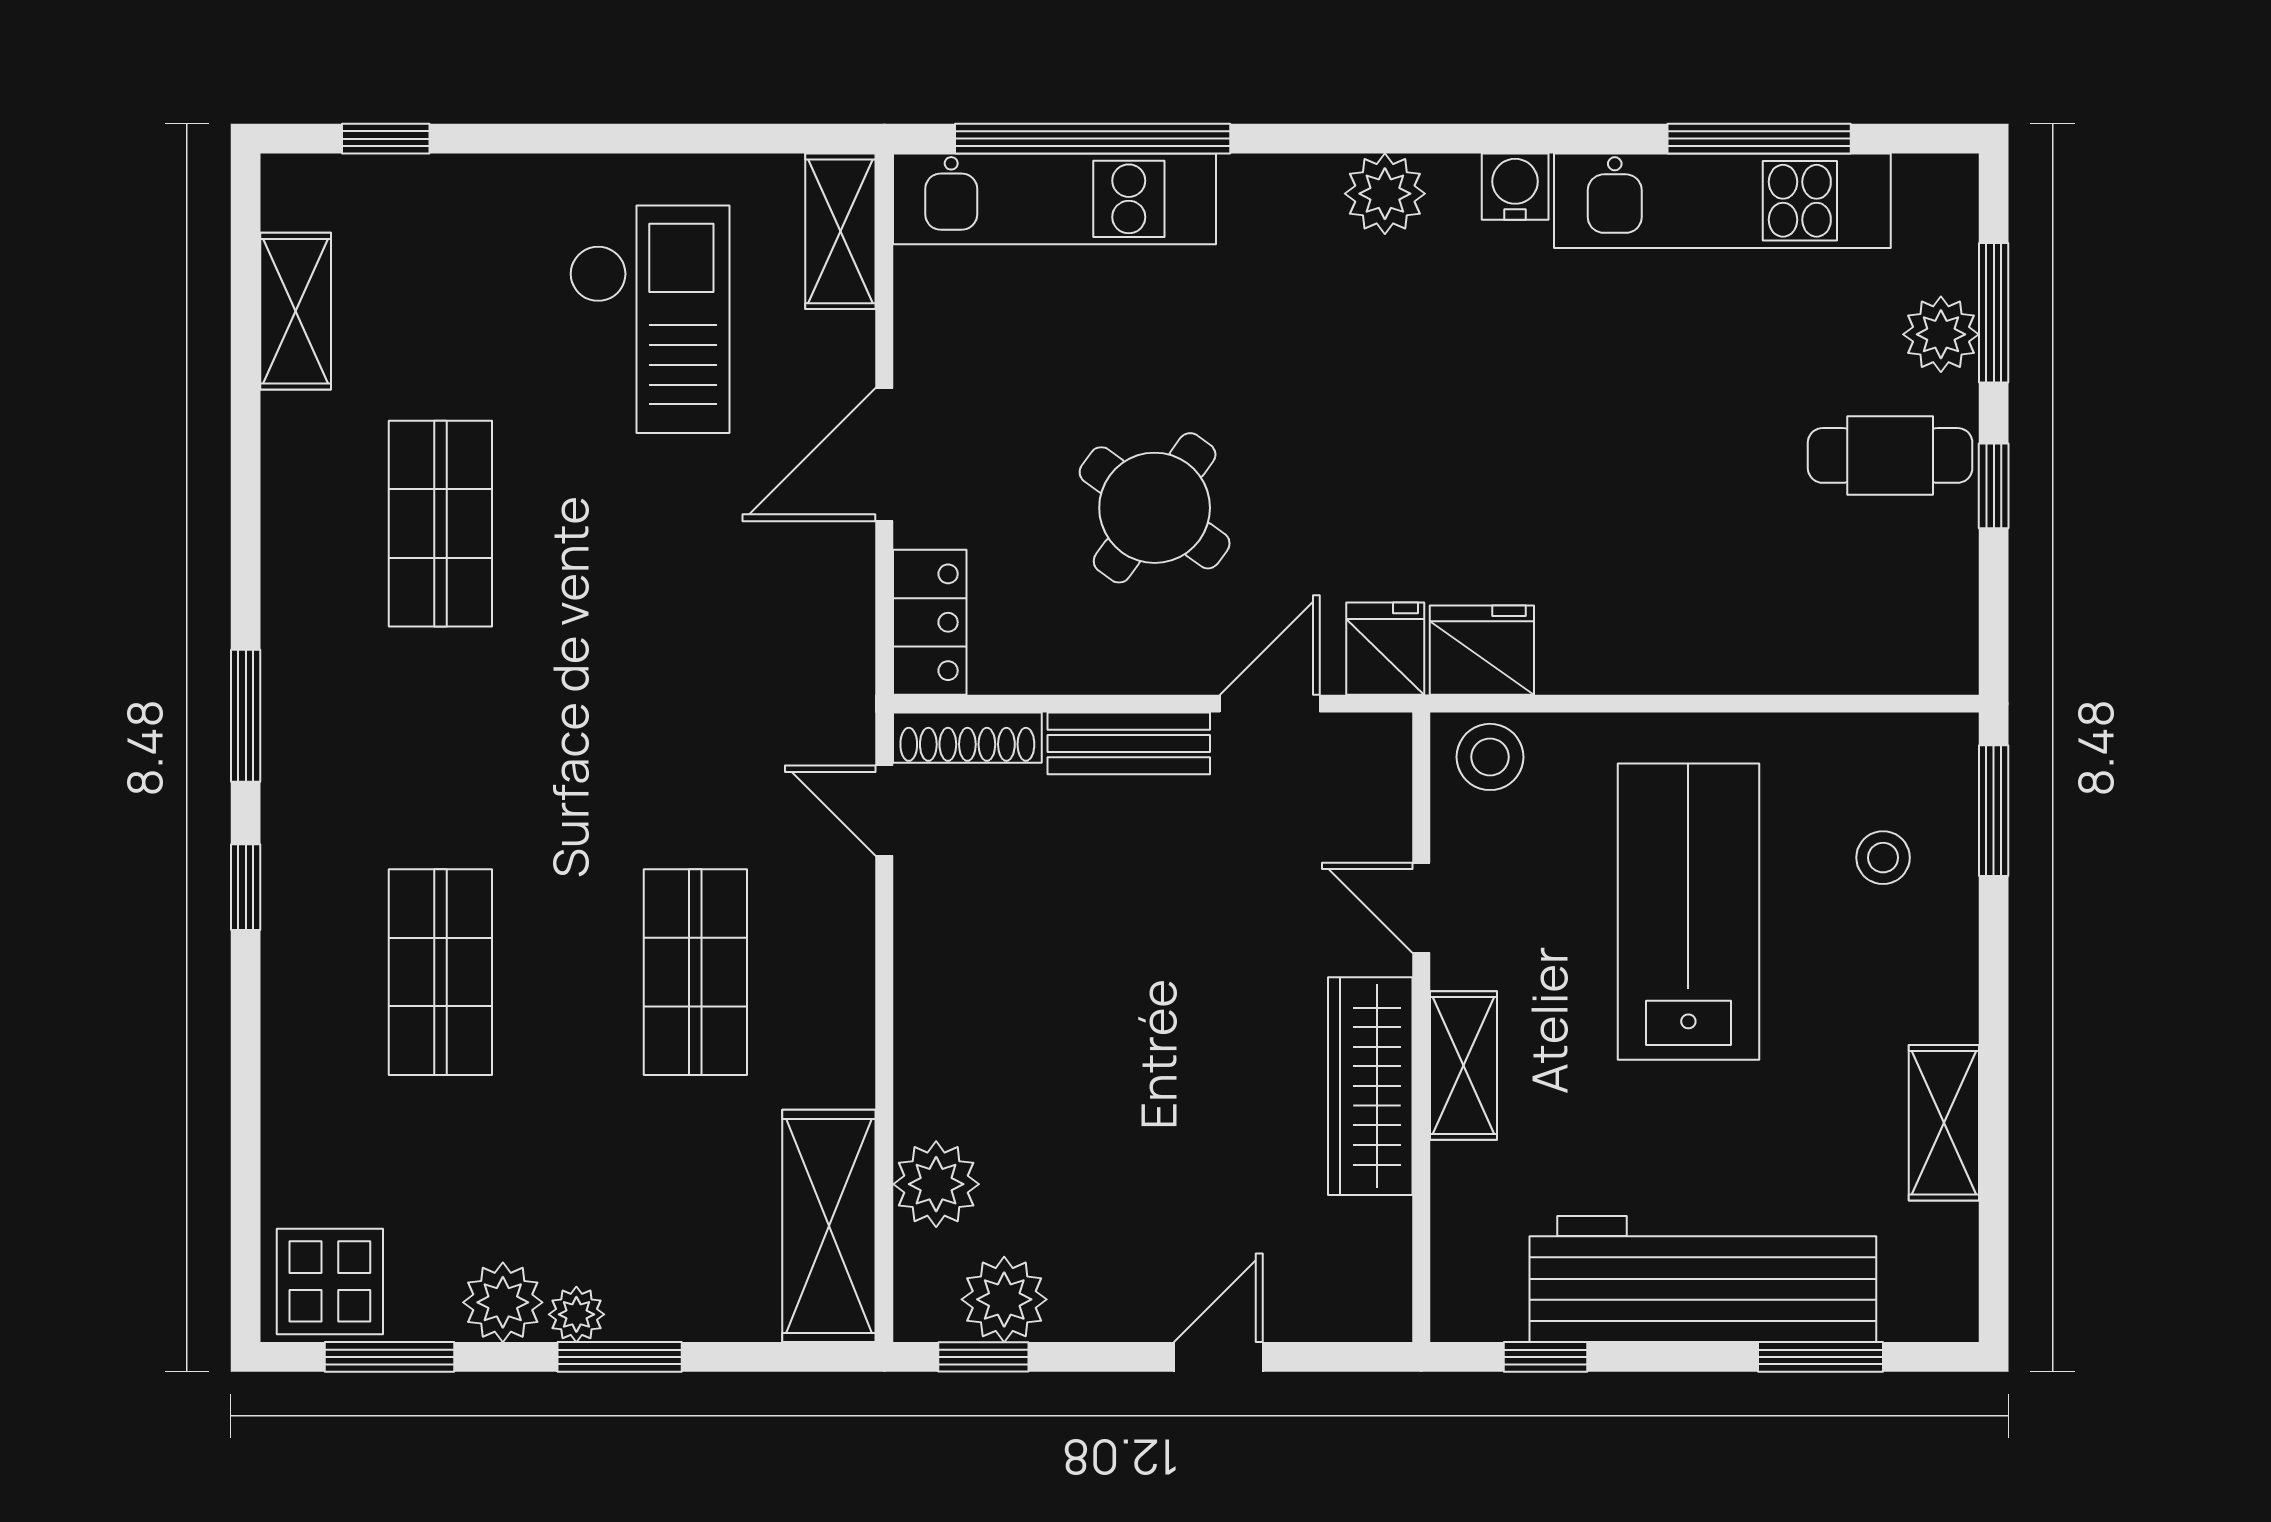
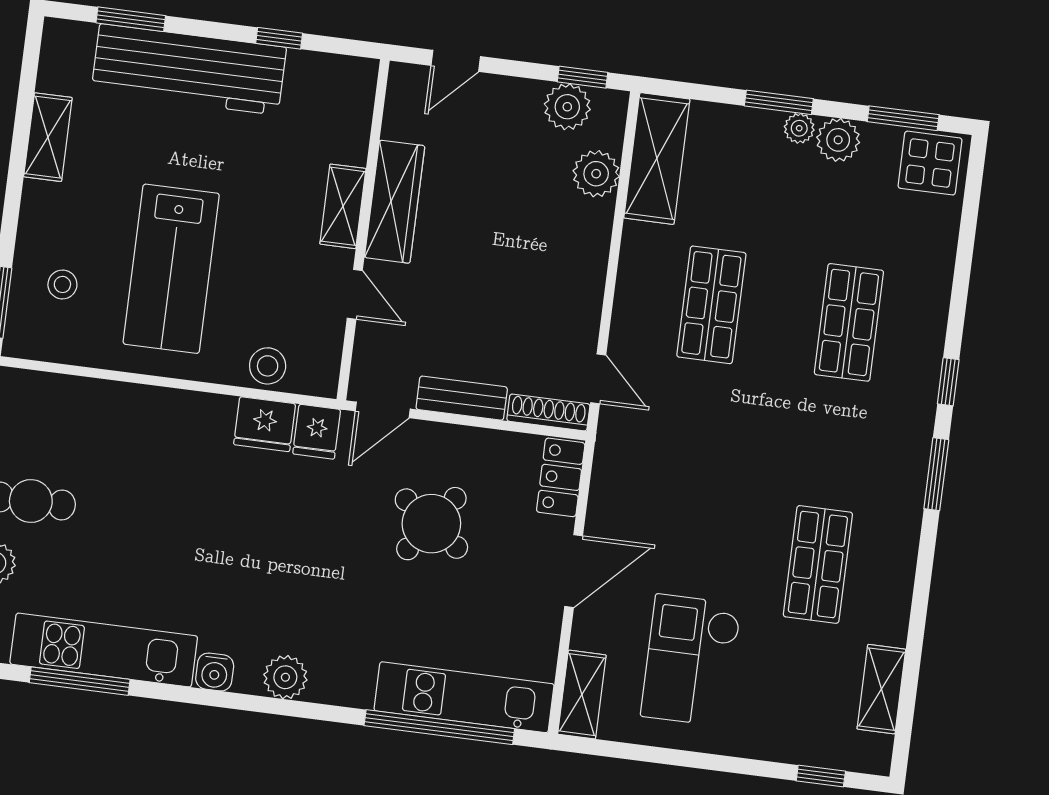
door: (1421, 908) -> (355, 294), moved
wall: (1421, 1027) -> (363, 230), moved
shelving: (1464, 1066) -> (343, 206), moved
wardrobe: (1370, 1086) -> (395, 202), moved

